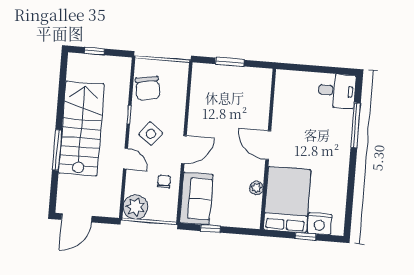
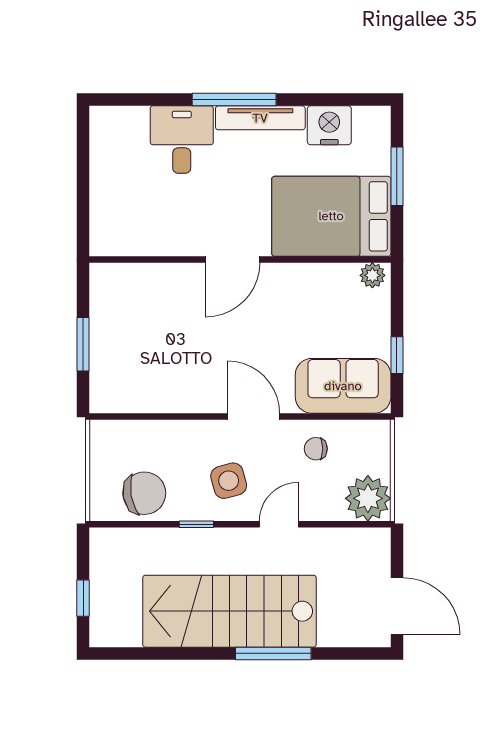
desk: (337, 91) -> (182, 140), moved
window: (356, 125) -> (234, 100), moved
side table: (151, 134) -> (229, 481), turned 38
tv unit: (343, 166) -> (260, 118), added
plant: (256, 188) -> (372, 275), moved
nightstand: (320, 224) -> (329, 125), moved, turned -90
window: (306, 236) -> (397, 176), width x1.50

